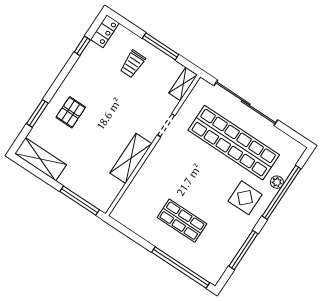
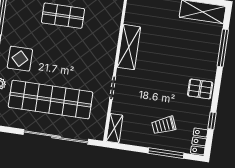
window: (161, 46) -> (166, 153), moved
trolley: (133, 64) -> (164, 125), turned -113
pallet: (71, 112) -> (200, 89), moved, turned 90
window: (37, 113) -> (223, 48), width x1.44

